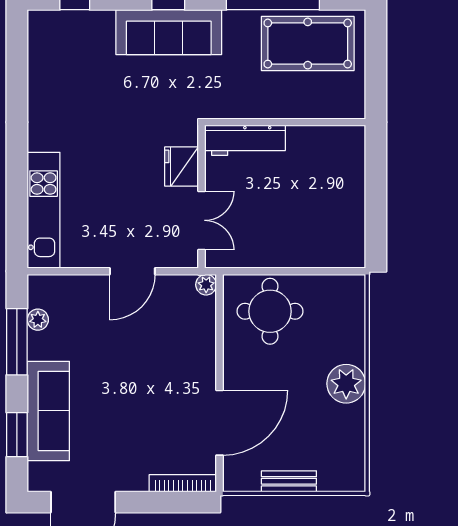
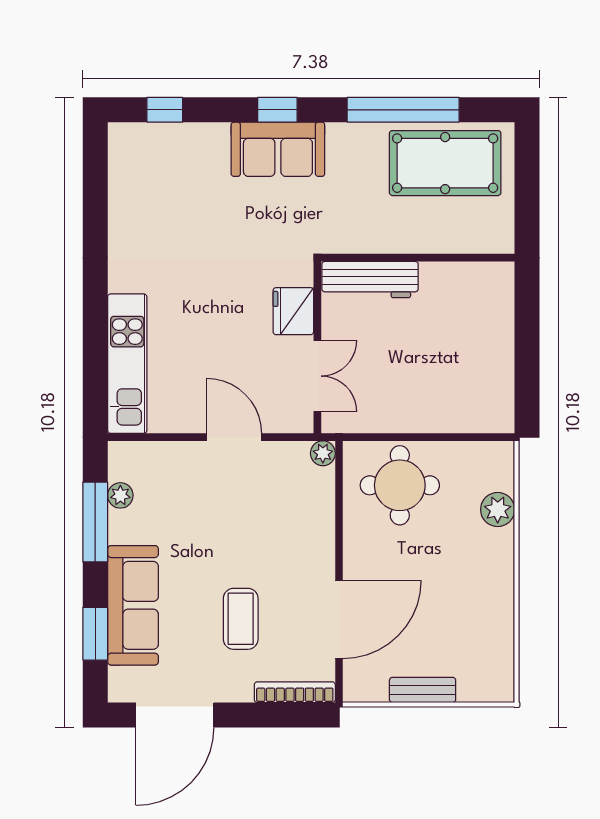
sofa: (169, 32) -> (278, 149), width x0.73
door: (132, 271) -> (234, 437), swing flipped
plant: (346, 384) -> (498, 510), moved, width x0.73, depth x0.73
coffee table: (138, 422) -> (241, 619), added

